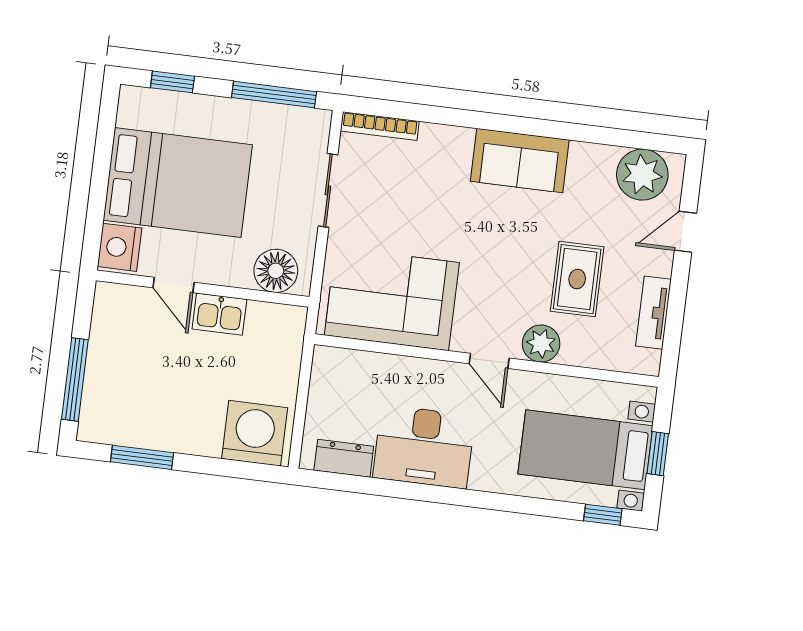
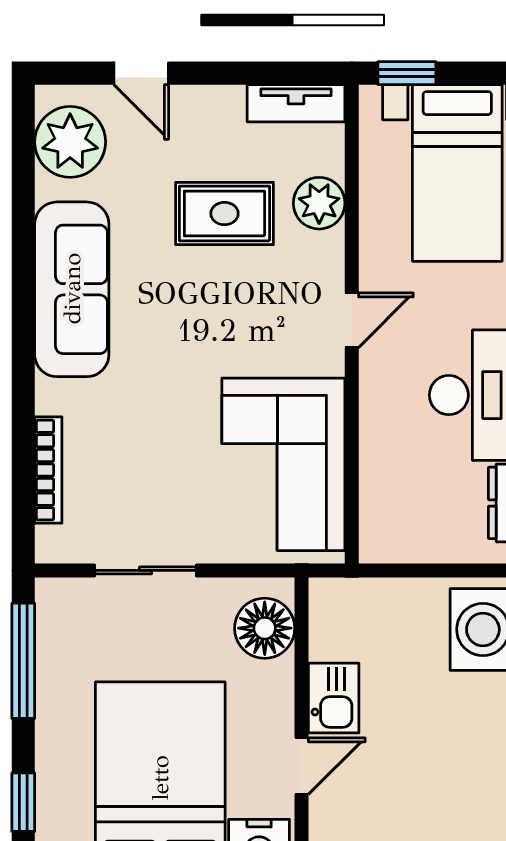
bookcase: (380, 126) -> (48, 470), moved
sofa: (520, 161) -> (72, 289), width x1.36
tv unit: (653, 313) -> (296, 103), moved
plant: (541, 344) -> (319, 203), moved
window: (658, 454) -> (407, 73), moved

